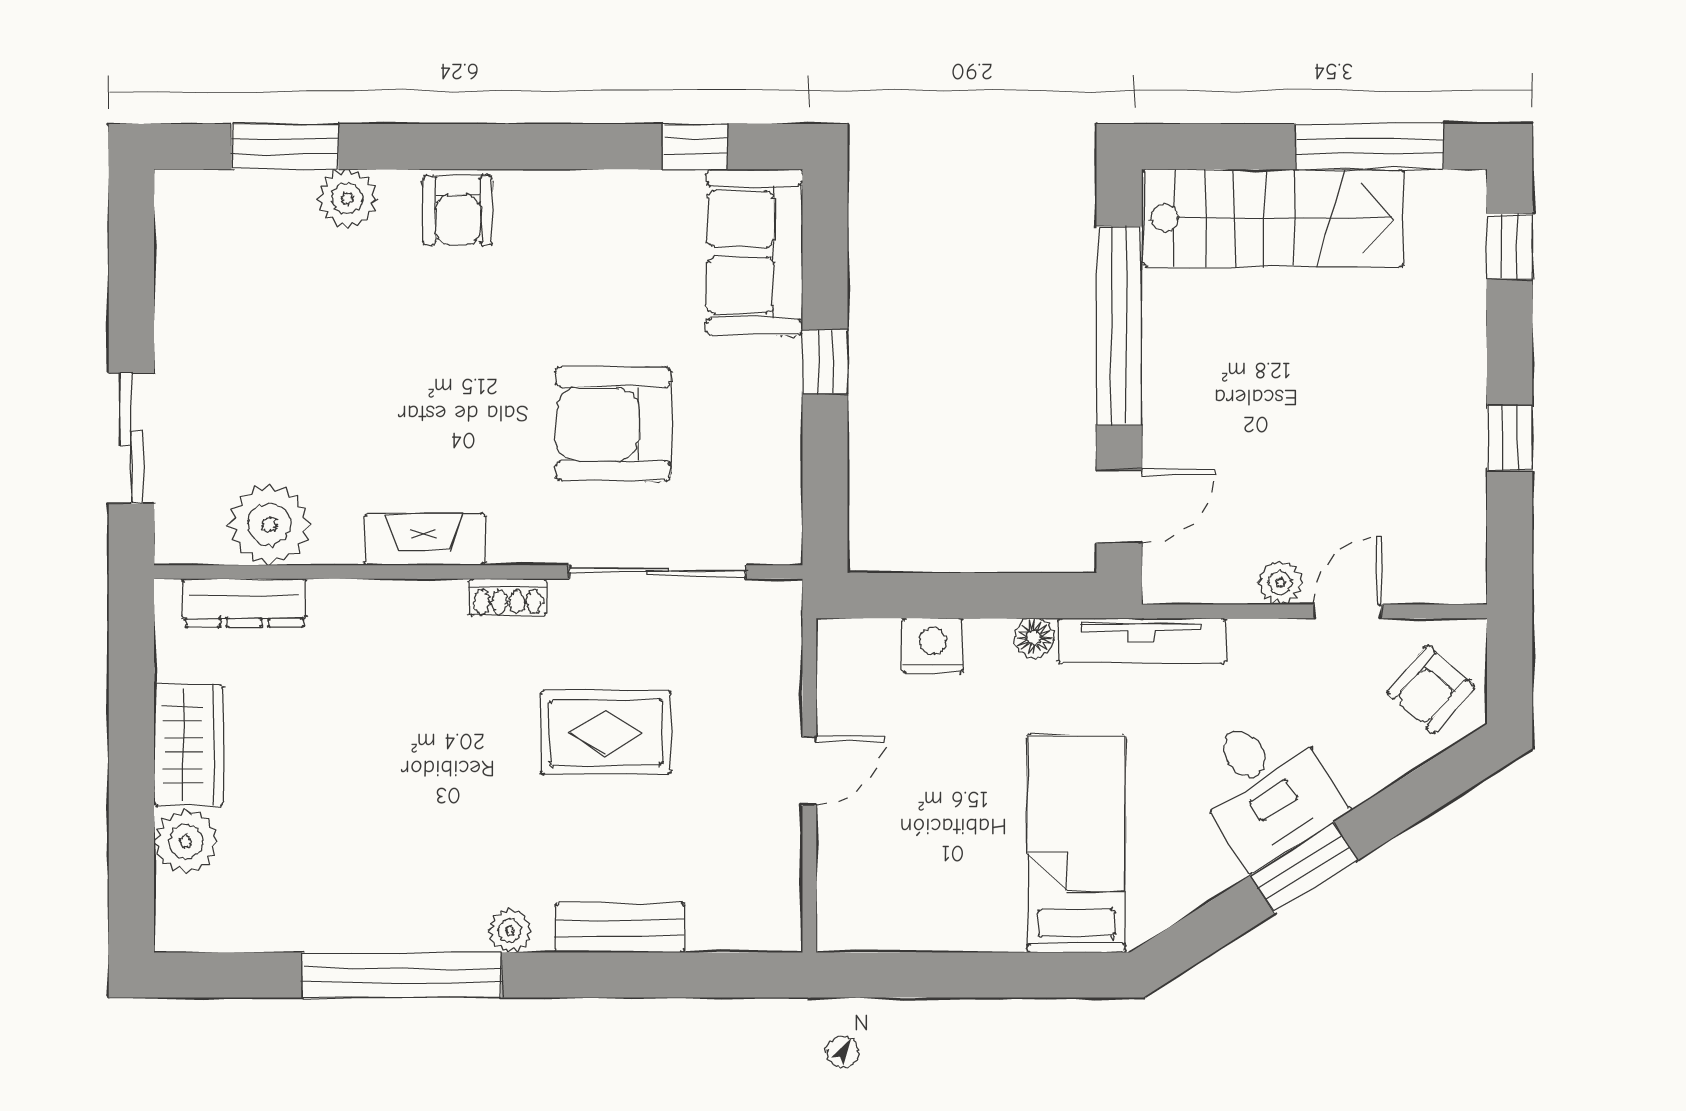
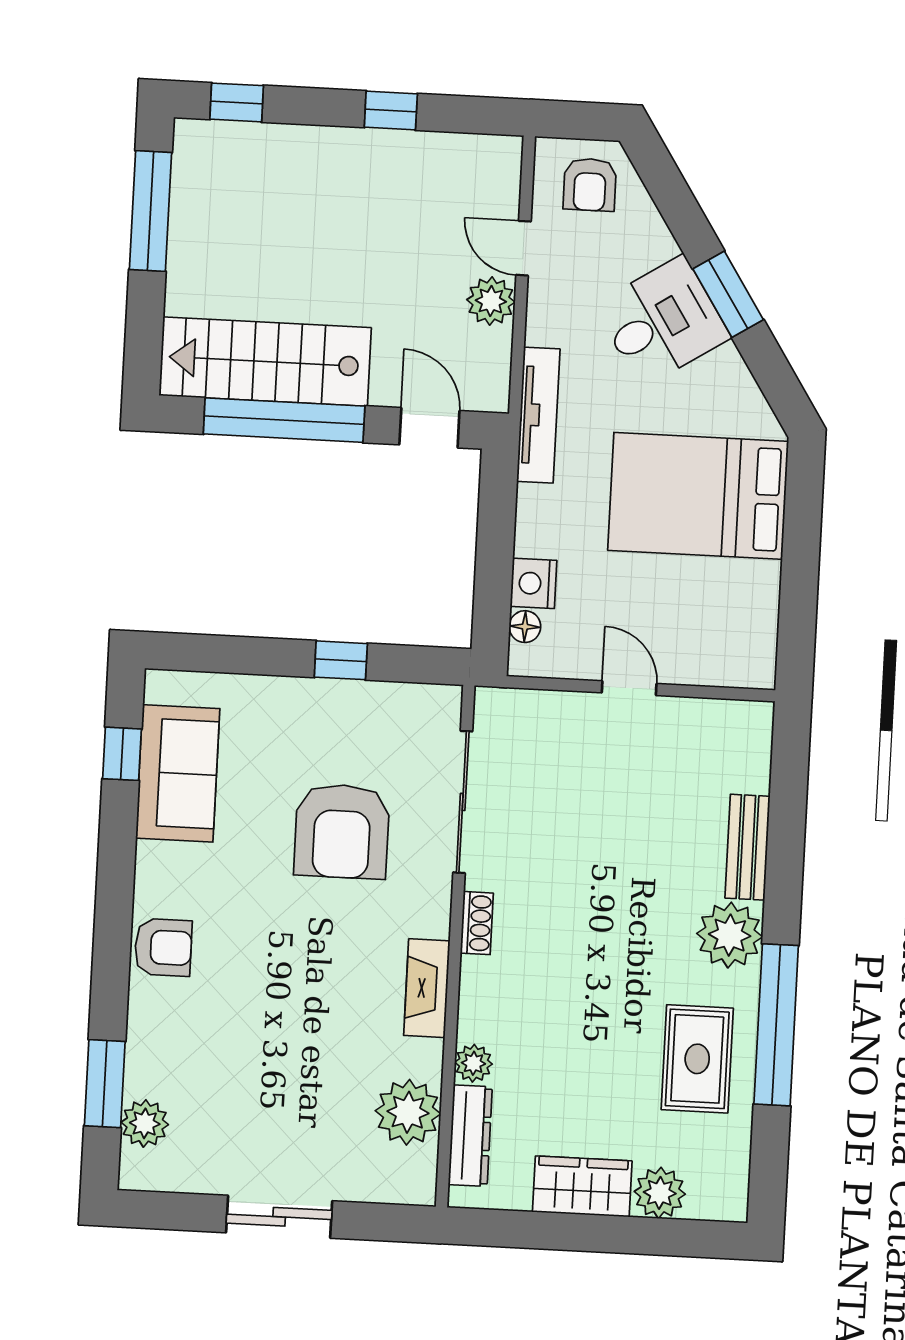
plant: (347, 199) -> (145, 1123), moved
stairs: (1273, 218) -> (265, 362), moved, turned -90
sofa: (755, 252) -> (178, 773), moved, turned -90
window: (825, 362) -> (341, 660), moved
sliding door: (131, 438) -> (279, 1217), moved
plant: (1280, 583) -> (491, 301), width x1.38, depth x1.38
plant: (334, 602) -> (473, 1063), added
floor lamp: (1034, 638) -> (525, 627), moved
armchair: (1431, 689) -> (590, 185), turned 49
rug: (606, 732) -> (697, 1059), moved
bed: (1076, 844) -> (698, 496), width x1.50
plant: (510, 931) -> (730, 935), width x1.87, depth x1.87

